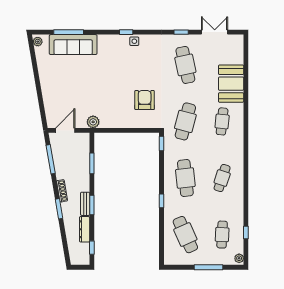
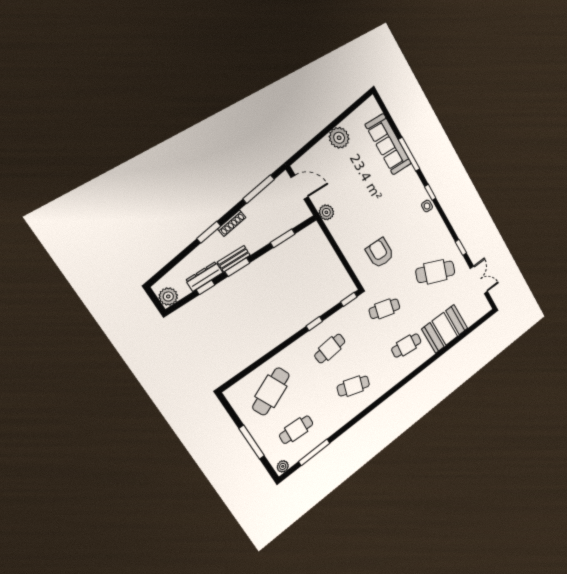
window: (69, 32) -> (409, 154), moved
plant: (38, 42) -> (339, 138), moved, width x1.88, depth x1.88
cafe table: (185, 65) -> (435, 272), turned 33
armchair: (145, 100) -> (380, 253), turned -90
cafe table: (185, 121) -> (384, 309), width x0.73, depth x0.74
cafe table: (185, 178) -> (330, 349), width x0.73, depth x0.74
window: (162, 201) -> (314, 324), moved
window: (246, 233) -> (314, 452), width x2.17
window: (92, 248) -> (206, 287), moved
plant: (83, 258) -> (168, 296), added

